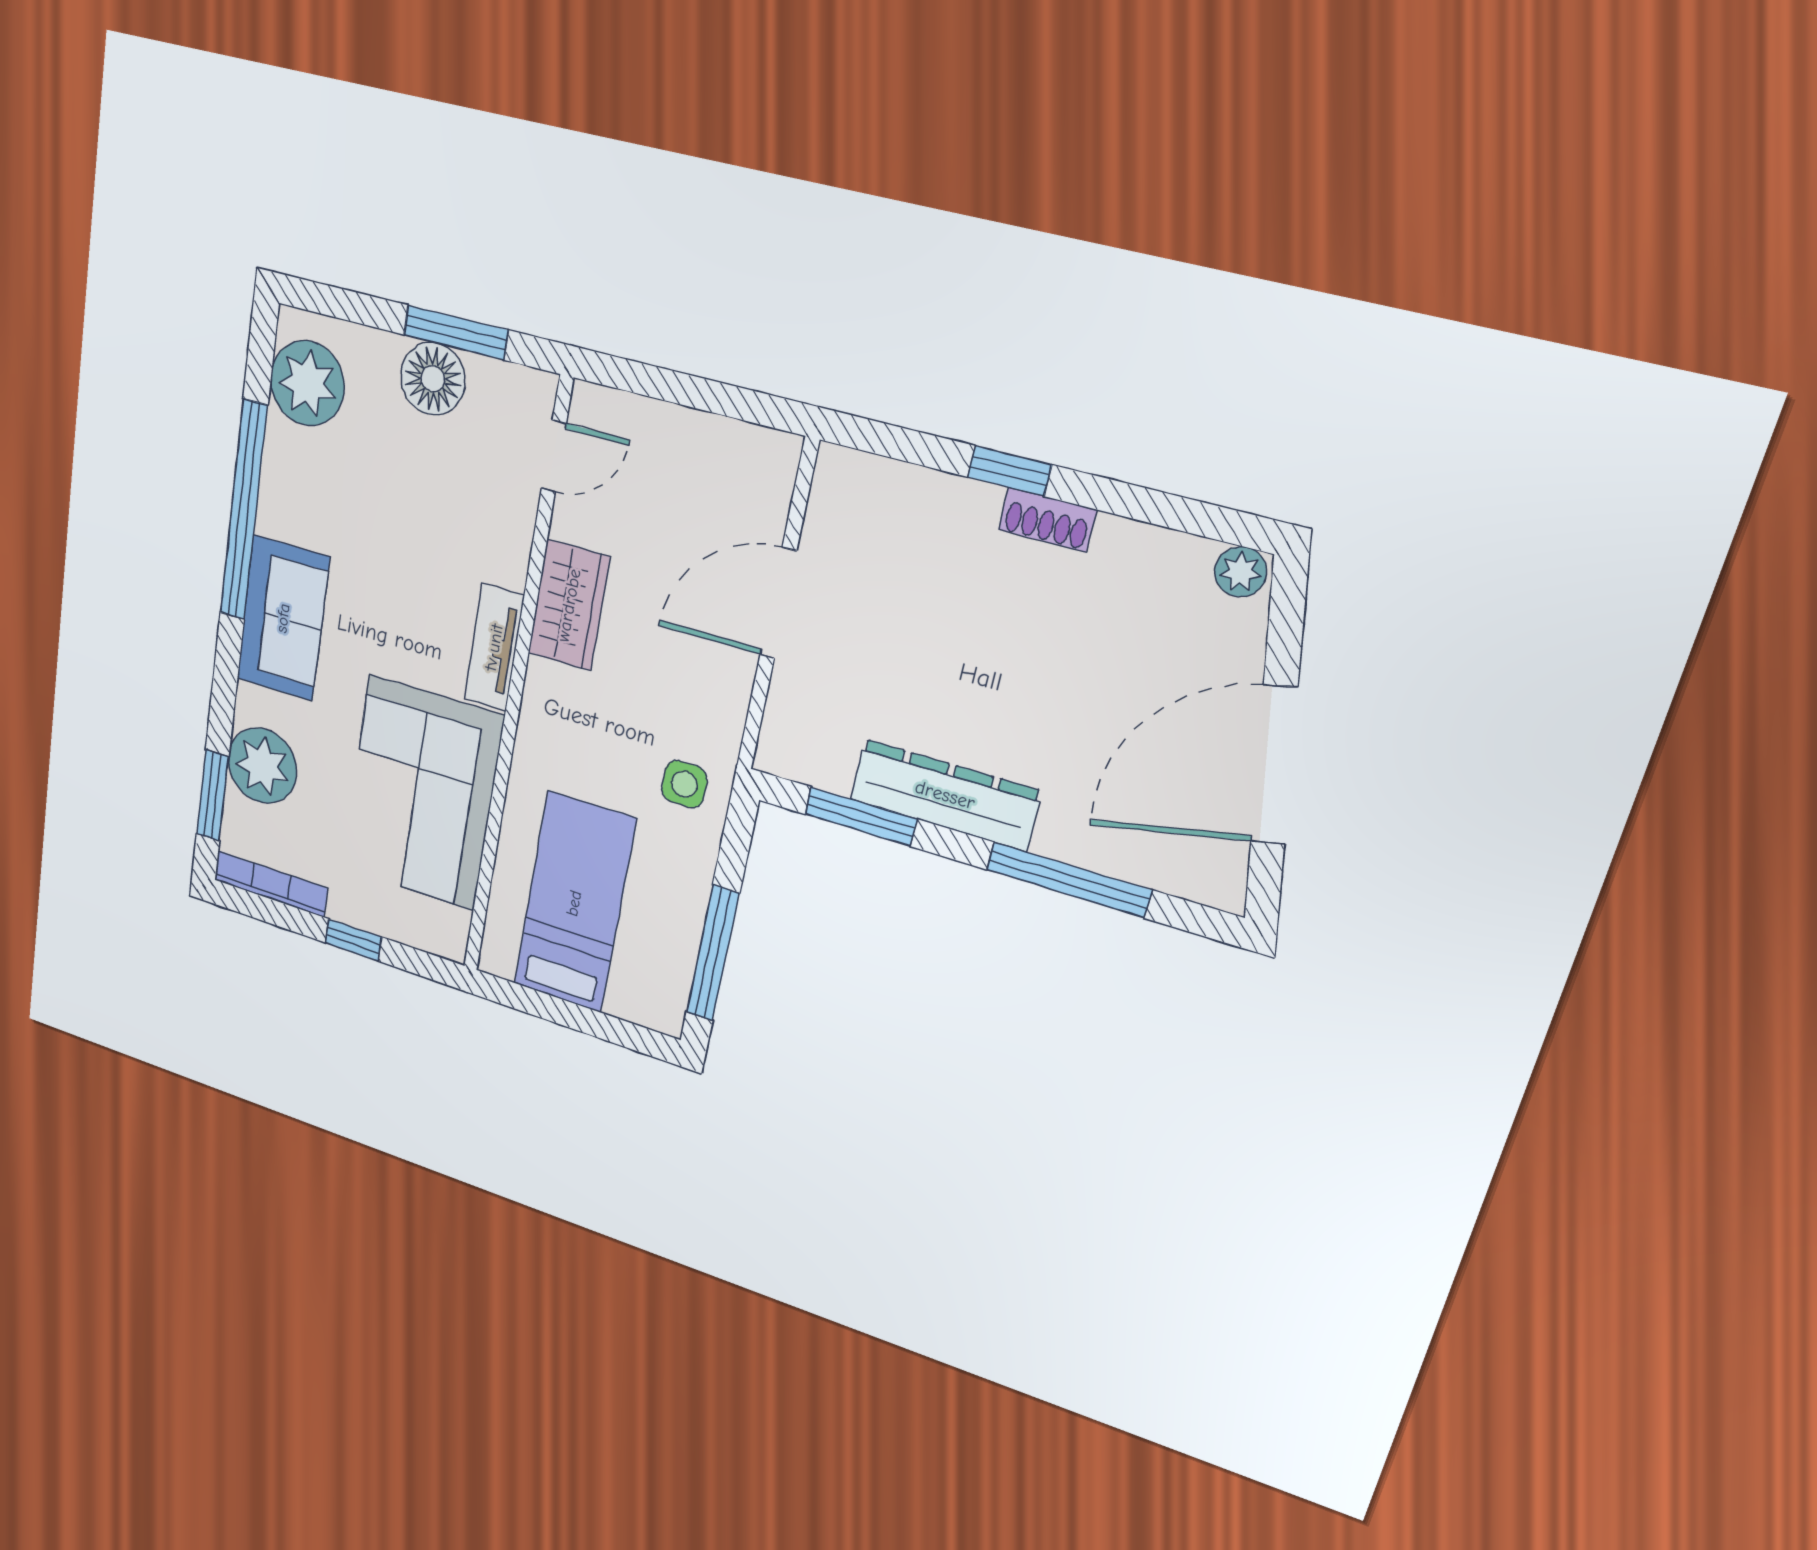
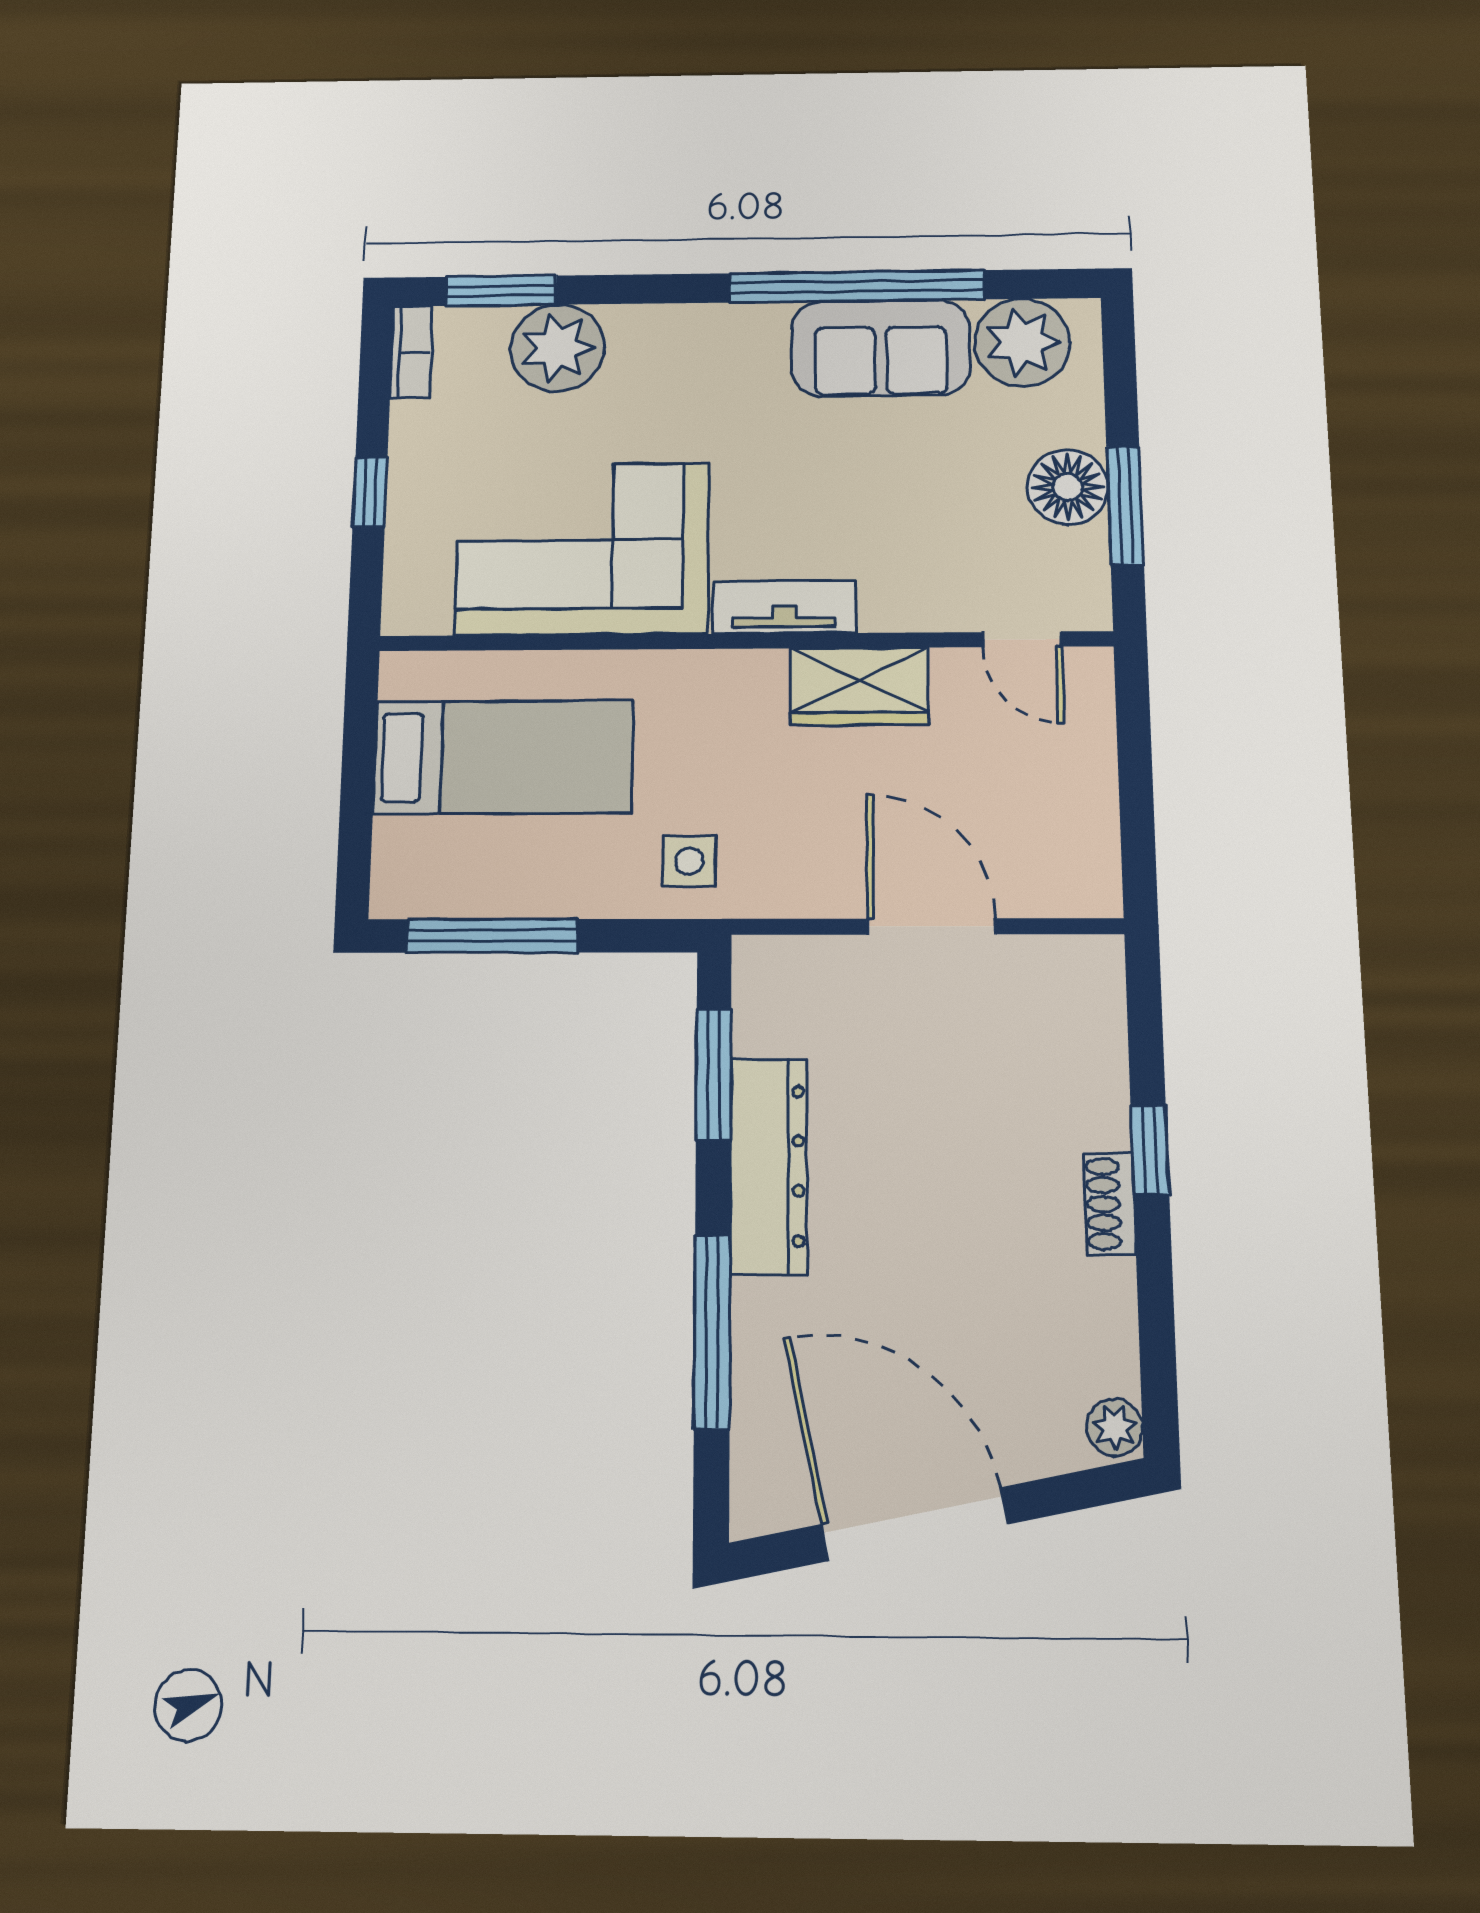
sofa: (283, 618) -> (881, 348), moved
bookcase: (271, 884) -> (411, 352), width x0.64

